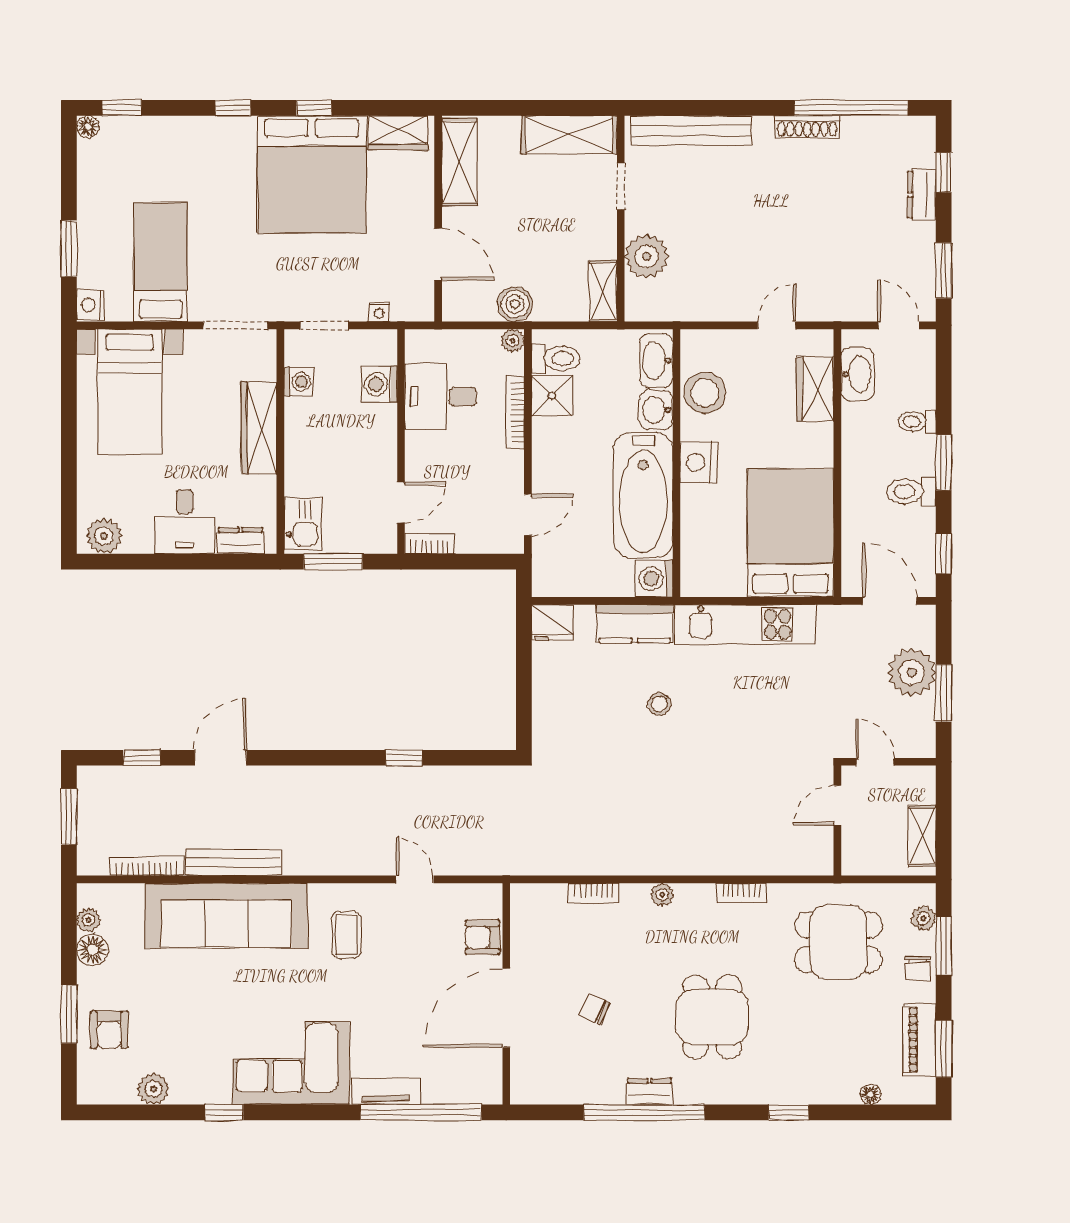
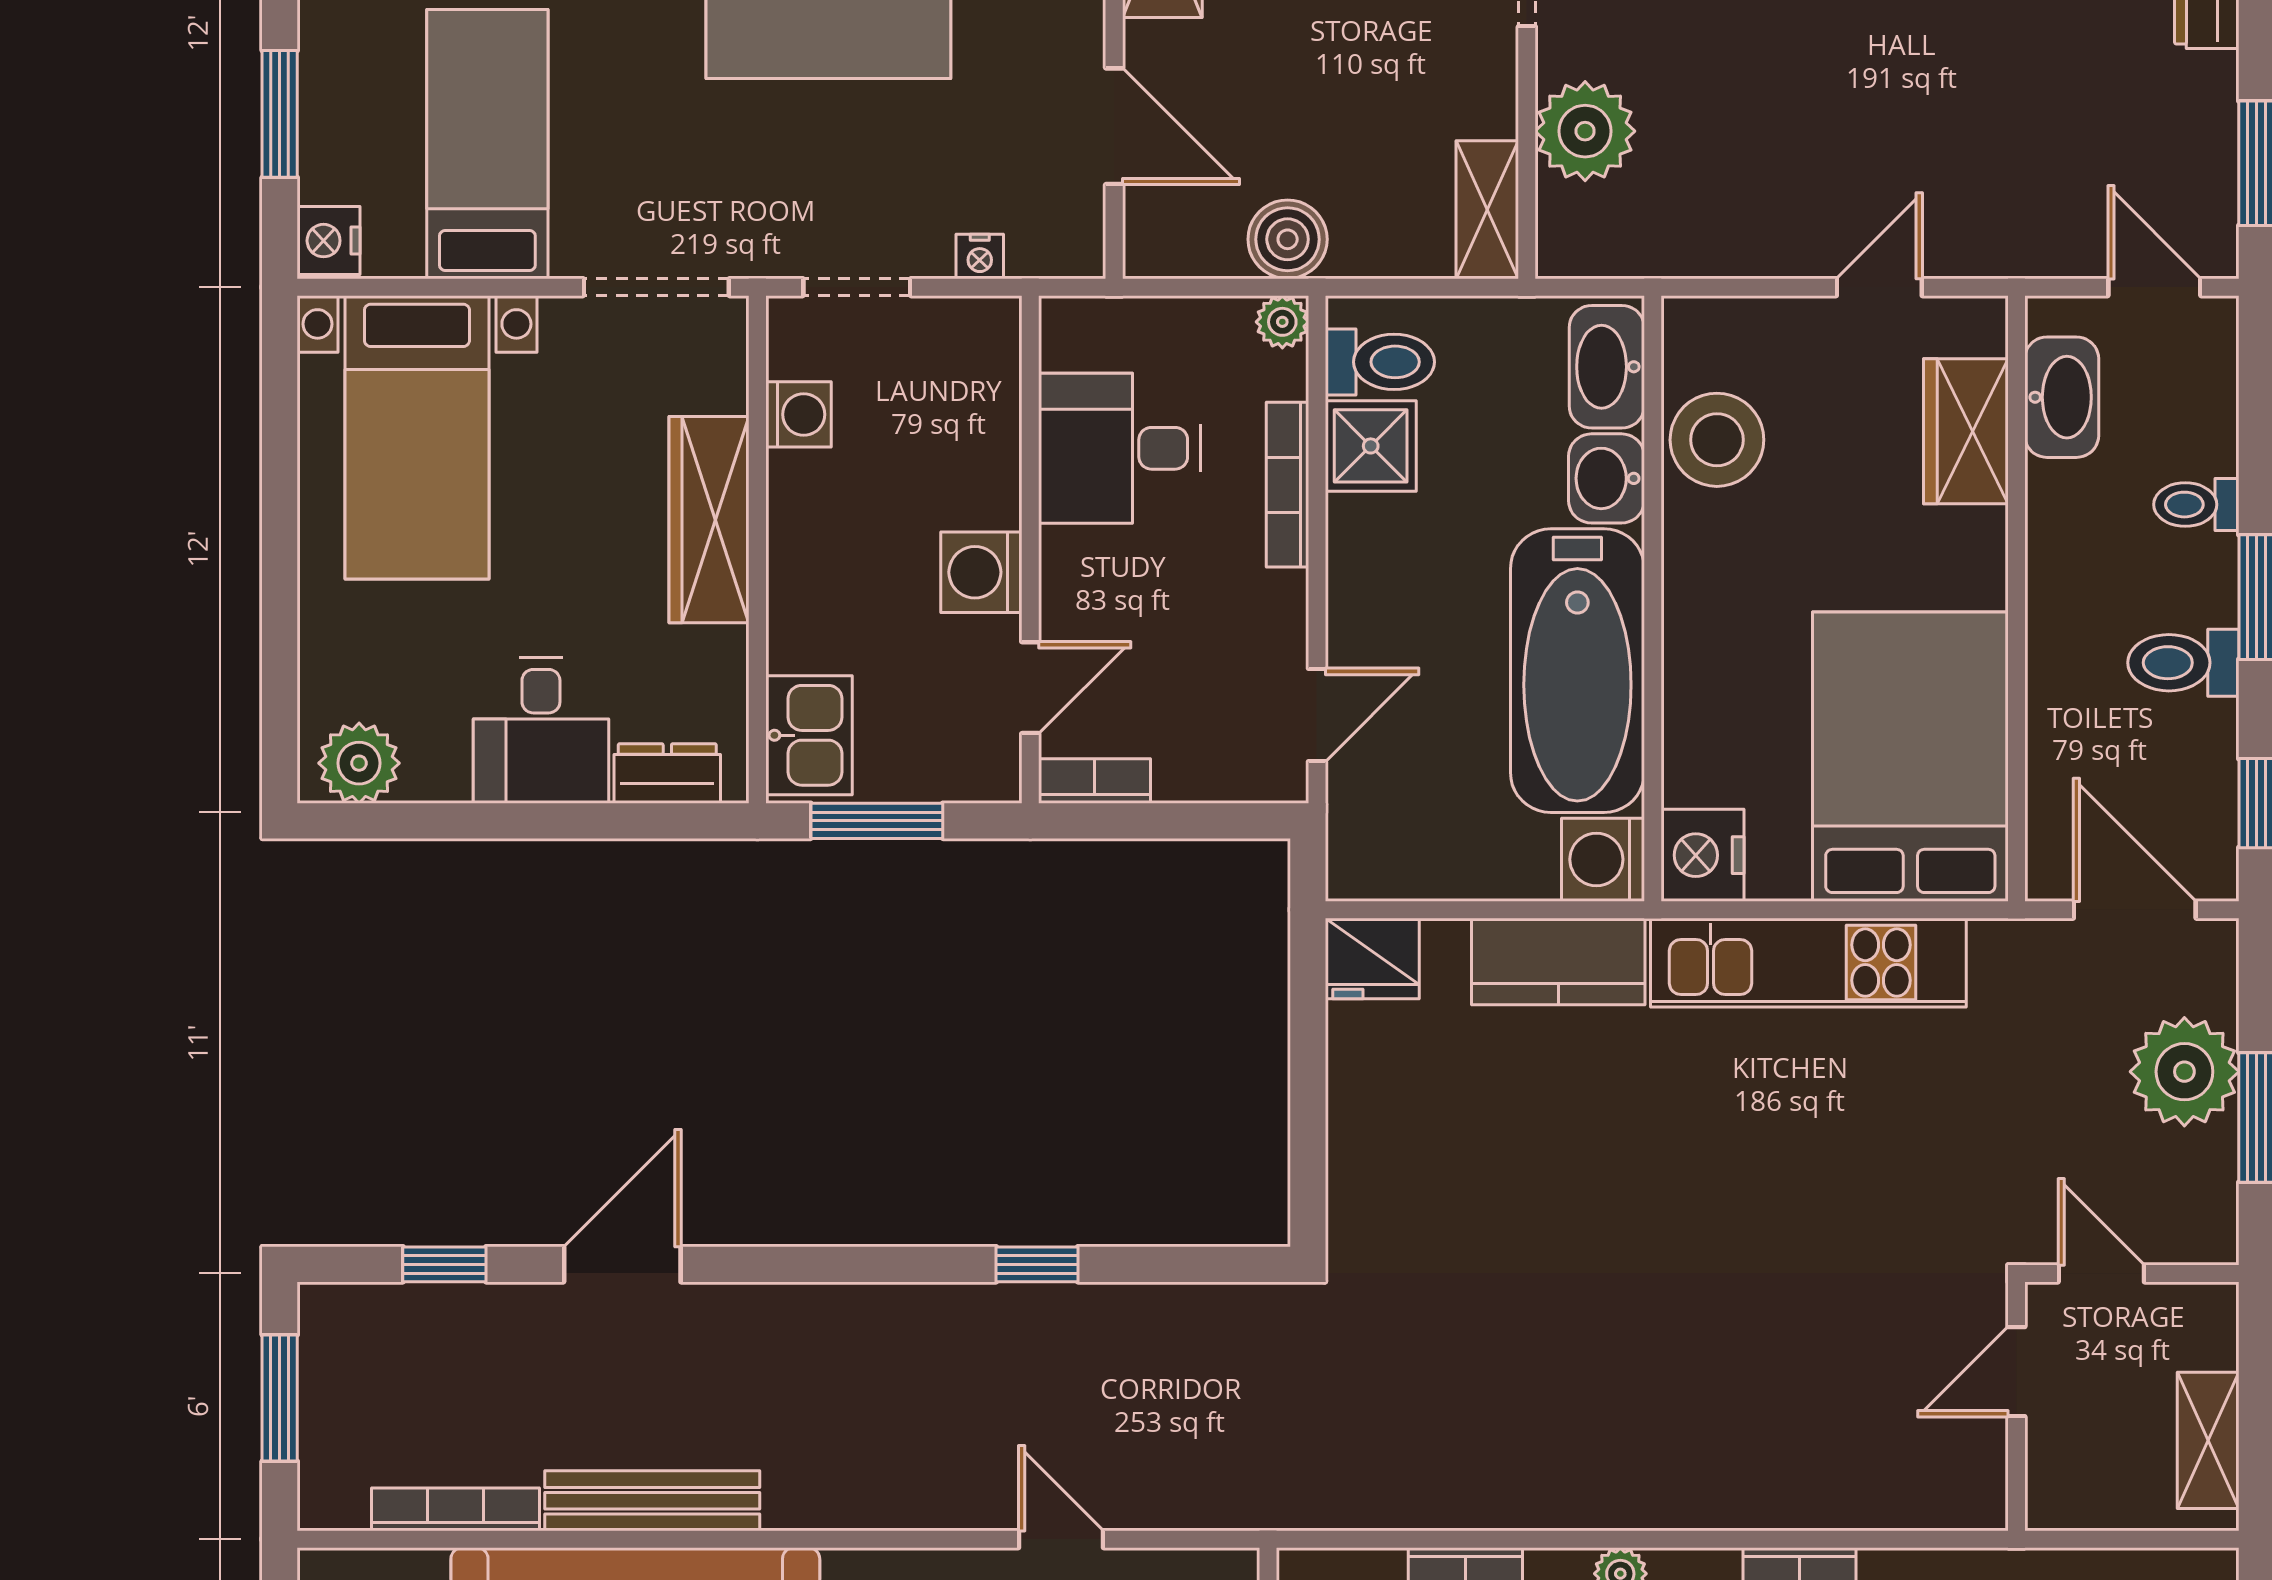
washing machine: (379, 384) -> (981, 572), moved
nightstand: (699, 463) -> (1702, 855), moved
stool: (659, 704) -> (1614, 1143), removed

